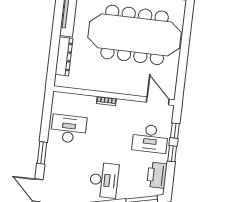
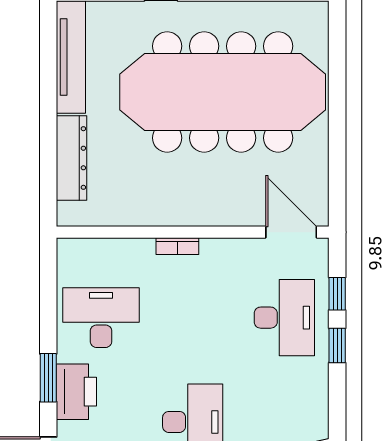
desk: (150, 138) -> (284, 318), turned -90
printer: (157, 175) -> (76, 392), moved, turned 180

